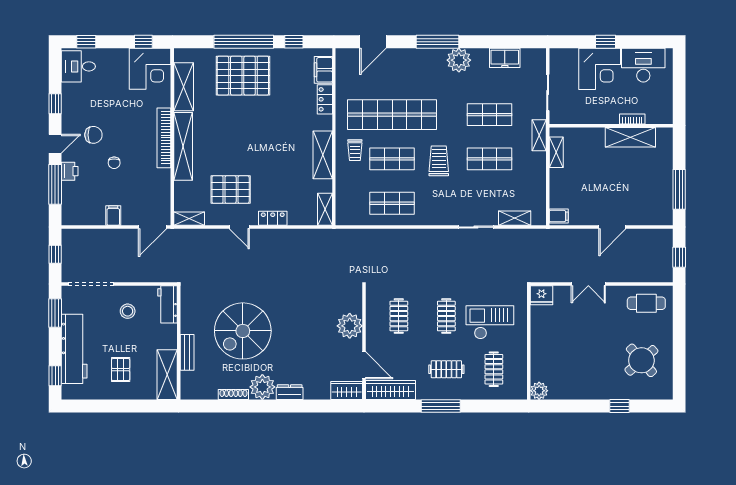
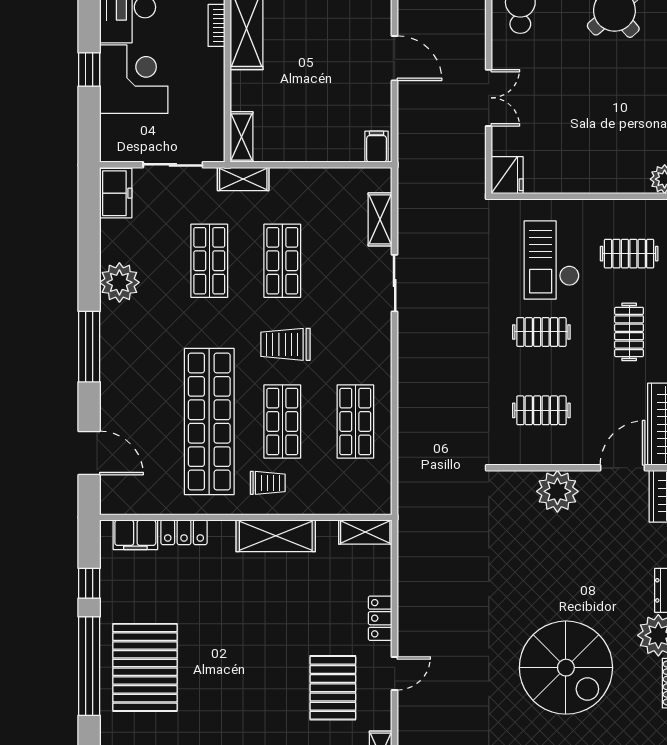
freezer: (505, 58) -> (116, 193), moved
plant: (459, 60) -> (119, 282), moved
shelving: (556, 152) -> (241, 137), moved, turned 90

